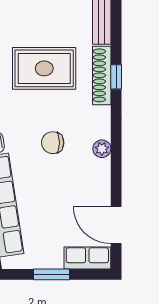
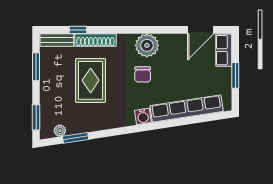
window: (116, 77) -> (78, 30), moved
plant: (102, 149) -> (147, 45), width x1.87, depth x1.87

